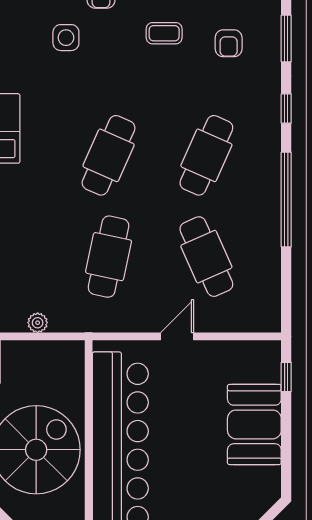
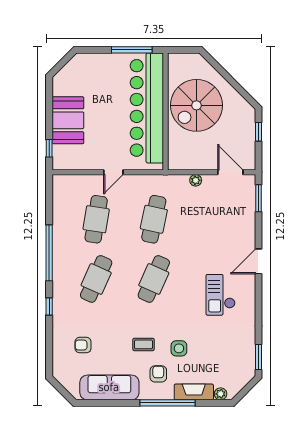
coffee table: (164, 33) -> (143, 344), moved
window: (286, 39) -> (49, 348), removed
armchair: (229, 43) -> (83, 345), turned -90
cafe table: (206, 257) -> (96, 219), turned 33

